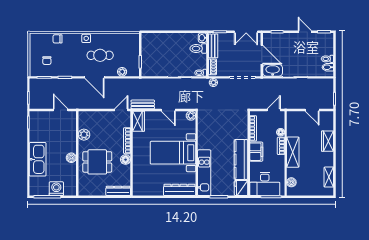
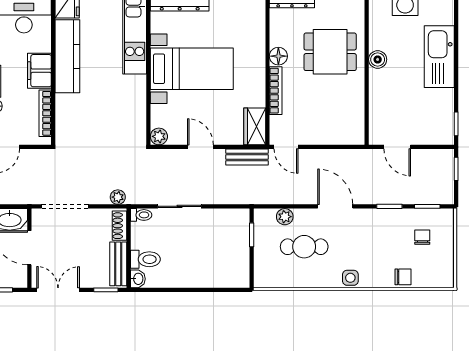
cafe table: (100, 55) -> (304, 247), moved
door: (121, 110) -> (286, 147), hinge flipped
plant: (84, 135) -> (354, 102), removed

